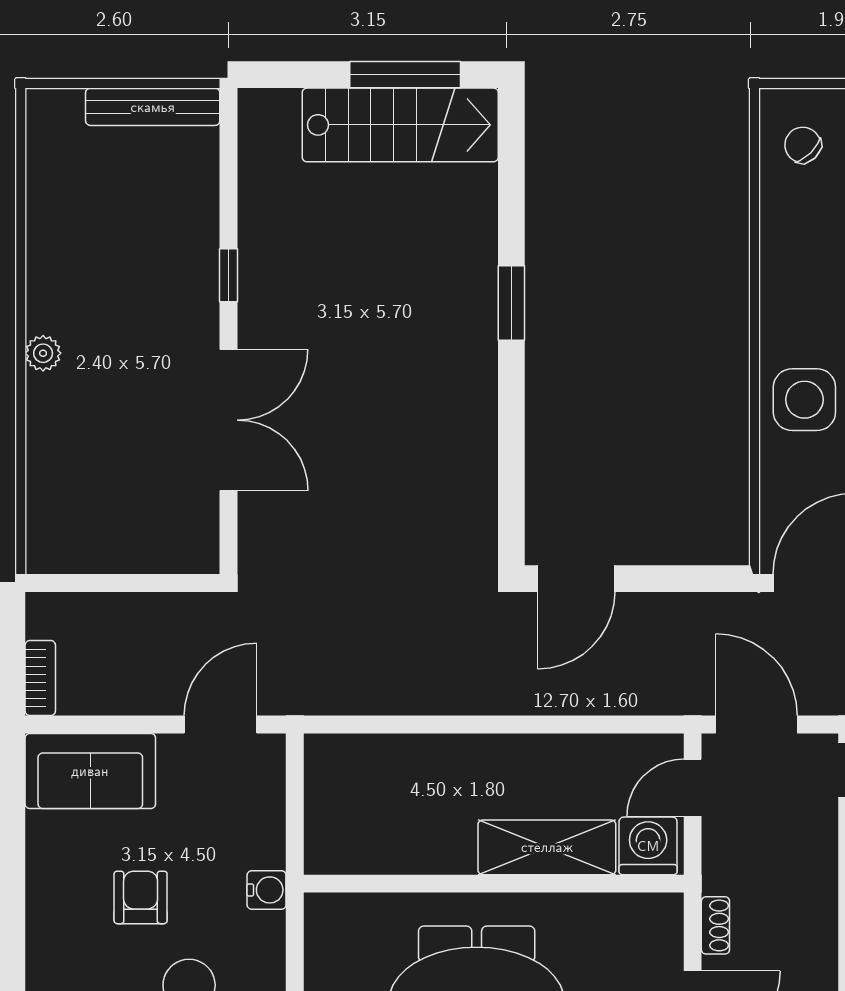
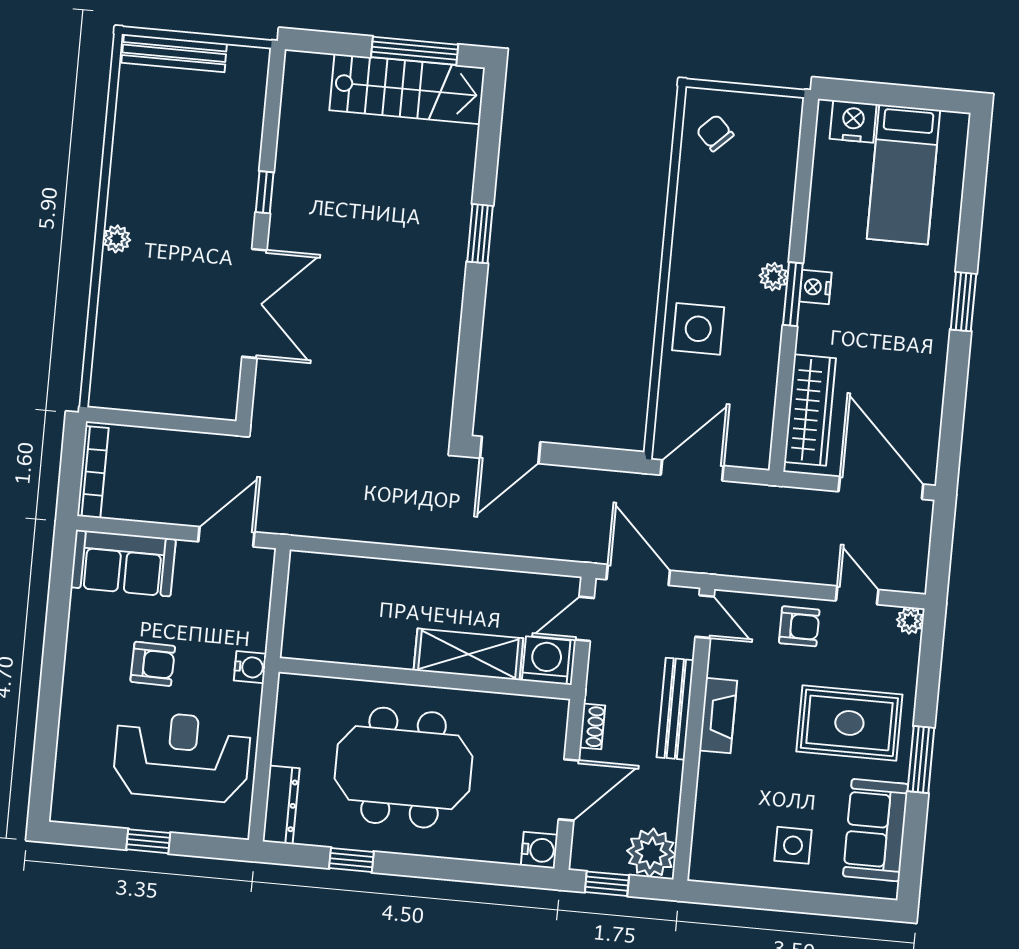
bench: (153, 107) -> (174, 53), moved
bookcase: (40, 678) -> (93, 472), width x1.56
bench: (820, 893) -> (675, 709), added
armchair: (141, 897) -> (153, 664), turned 91

